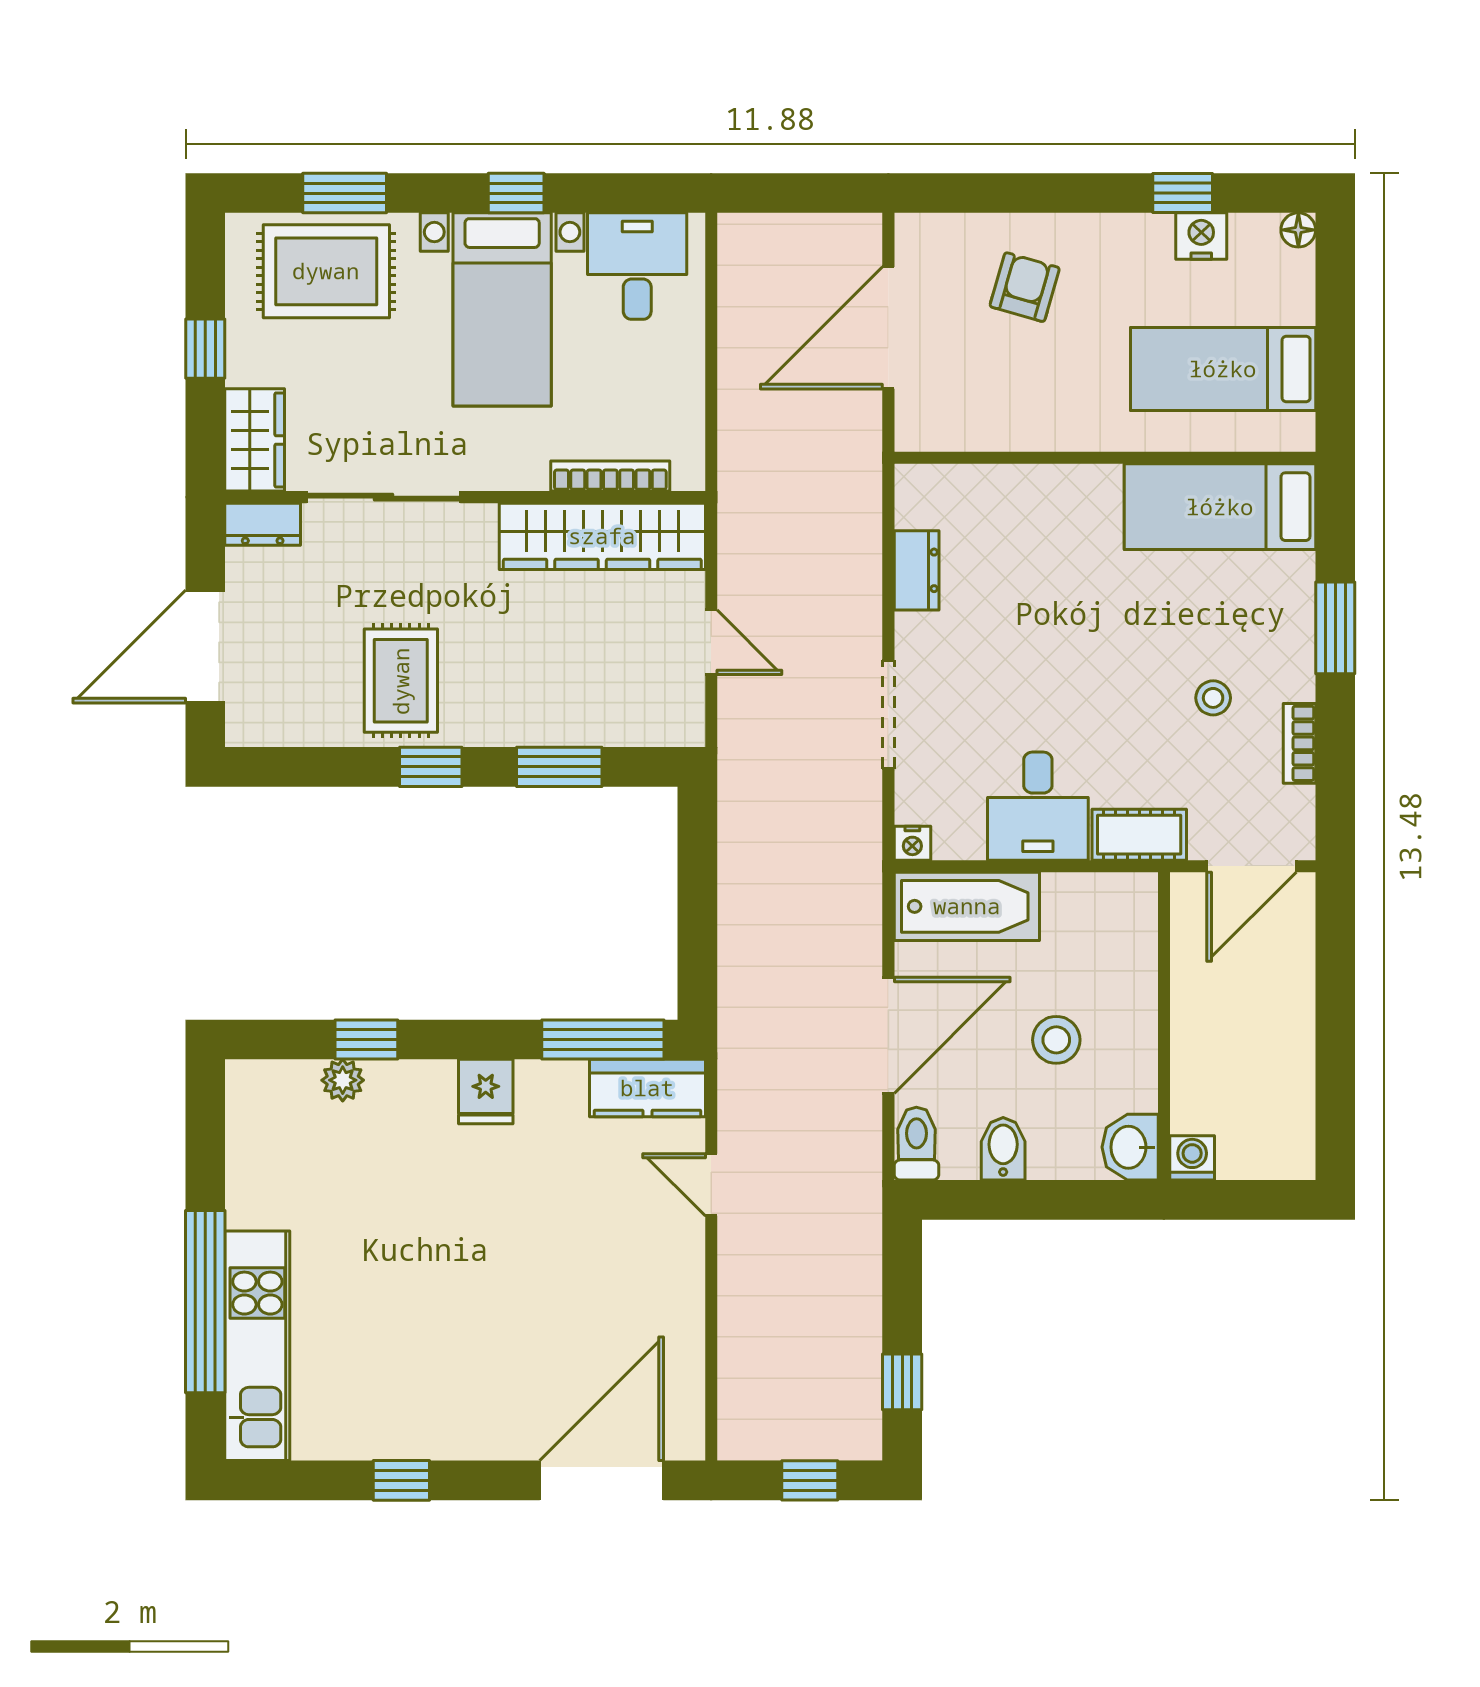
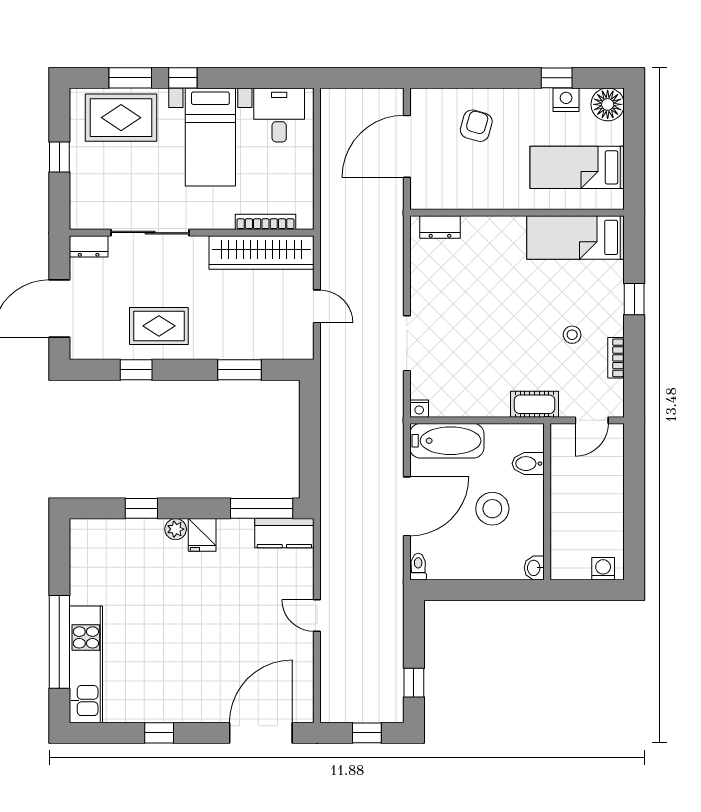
window: (516, 193) -> (183, 78), moved
floor lamp: (1298, 230) -> (608, 104), width x1.89, depth x1.89
wardrobe: (255, 440) -> (85, 203), removed
dresser: (917, 570) -> (440, 227), moved, turned 90
window: (1335, 628) -> (634, 299), width x0.67
rug: (401, 681) -> (159, 326), turned 90
window: (431, 767) -> (136, 370), moved
desk: (1038, 806) -> (483, 390), removed
door: (1252, 866) -> (592, 420), width x0.73
stool: (1056, 1040) -> (492, 509), width x1.38, depth x1.38
plant: (343, 1080) -> (176, 529), moved
toilet: (916, 1144) -> (418, 567), width x0.73, depth x0.72
washbasin: (1130, 1147) -> (534, 568), width x0.72, depth x0.69
bidet: (1003, 1149) -> (528, 464), moved, turned -90
washing machine: (1192, 1158) -> (603, 569), moved
door: (711, 1185) -> (317, 616), moved

